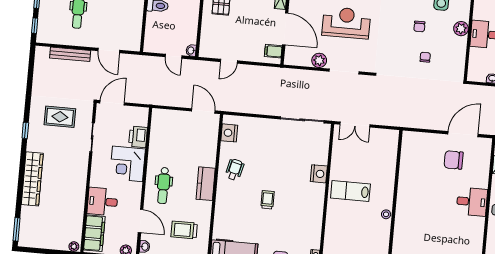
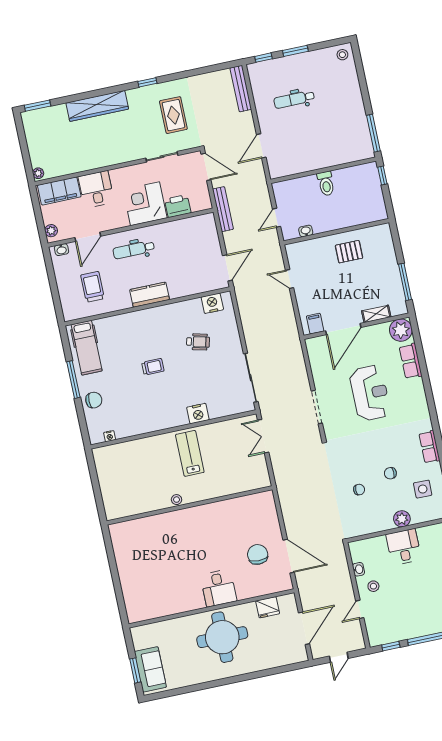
washbasin: (191, 50) -> (306, 231), moved
bench: (70, 54) -> (241, 89), moved
plant: (319, 60) -> (320, 376), removed
bench: (152, 99) -> (223, 209), added
wheelchair: (235, 170) -> (198, 342), moved

